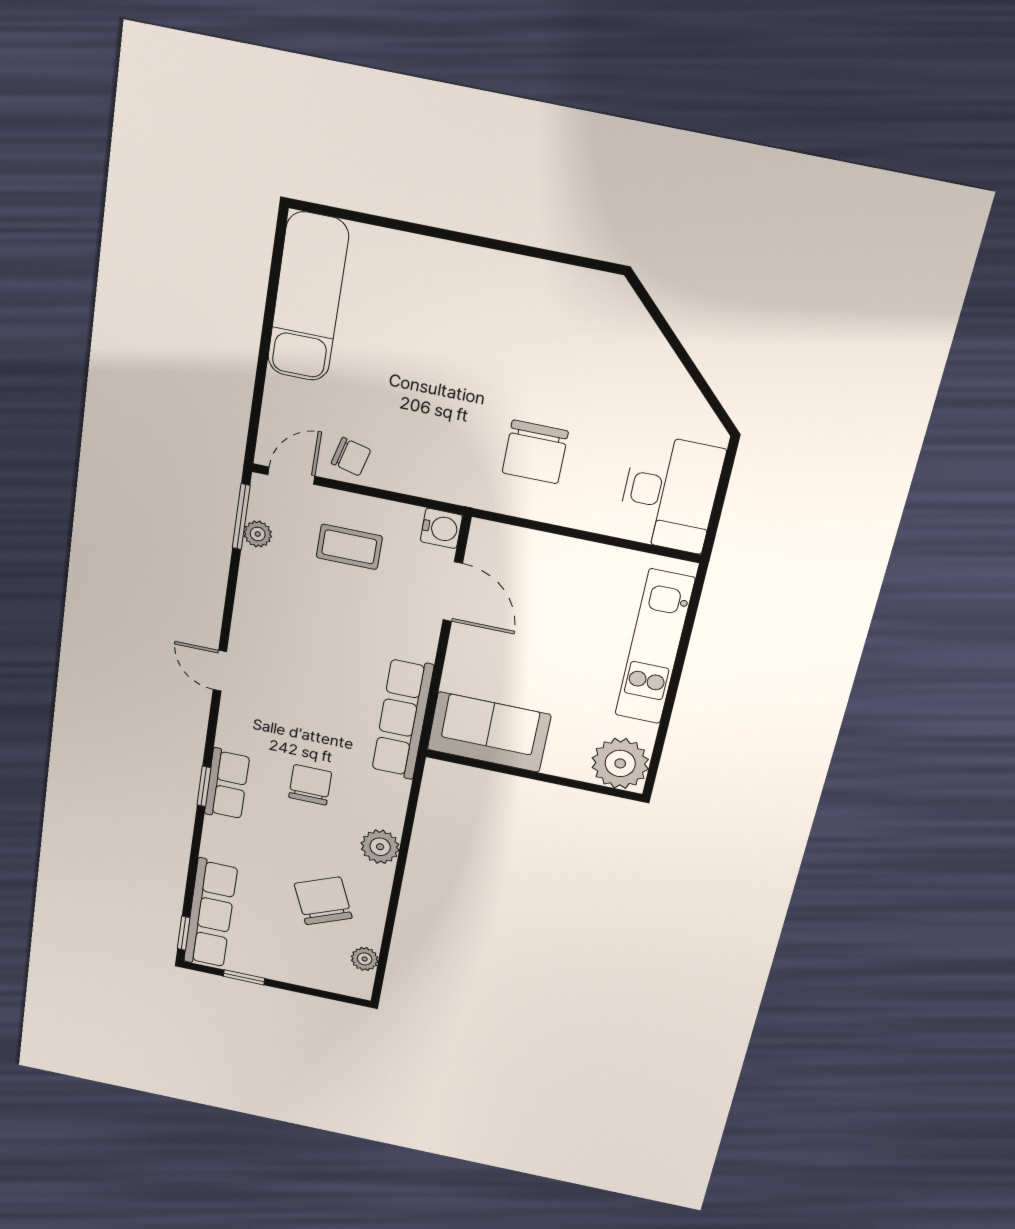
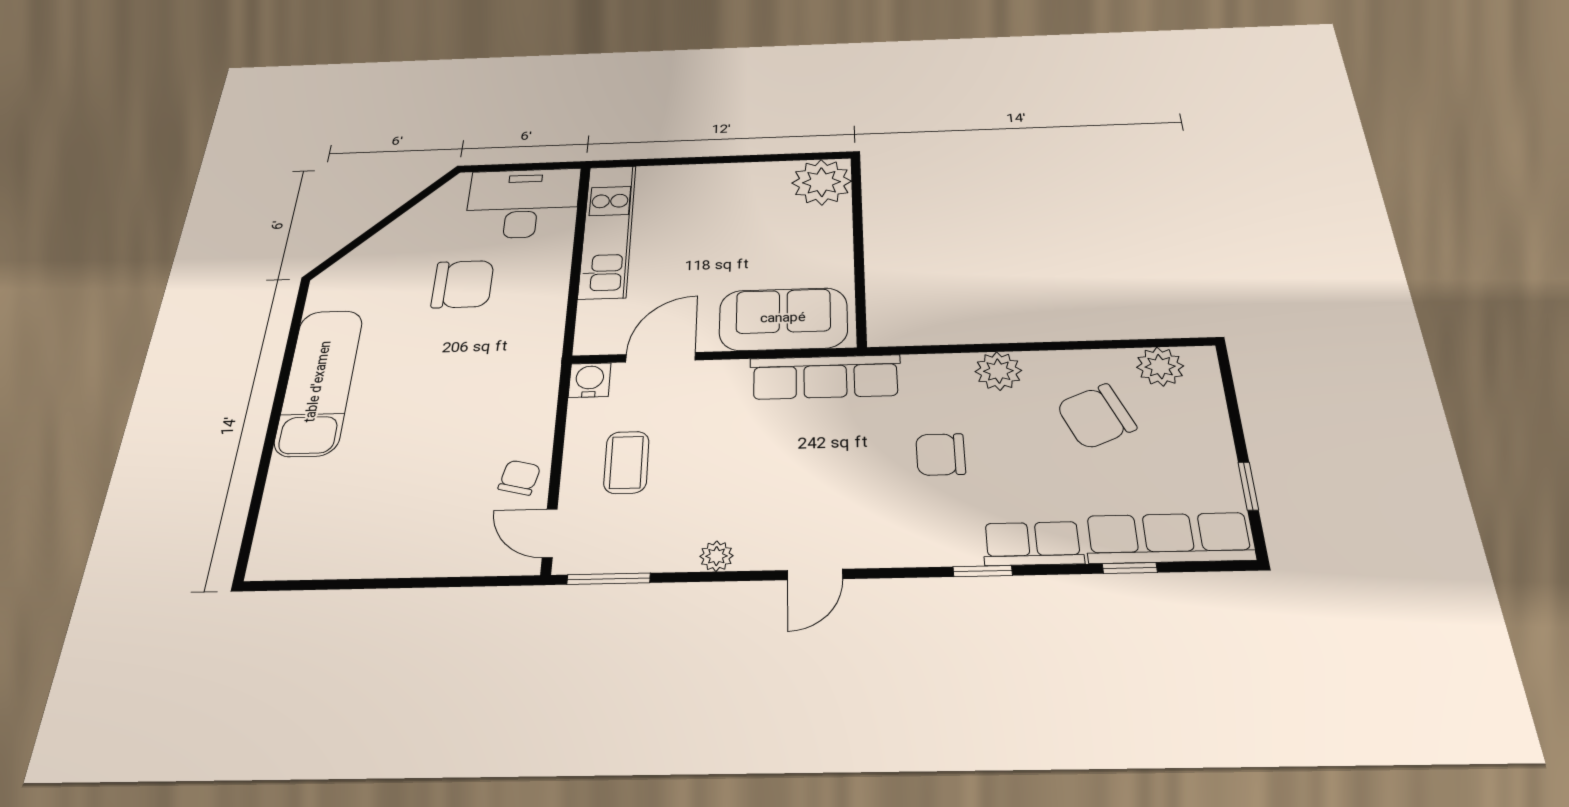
exam couch: (308, 297) -> (319, 382), moved, turned 90
chair: (535, 452) -> (463, 284), moved
plant: (258, 534) -> (716, 556), moved
kitchen unit: (655, 647) -> (607, 231), moved, turned -90
sofa: (489, 732) -> (783, 319), moved, turned 90
row of seats: (227, 784) -> (1033, 544), moved
window: (184, 933) -> (1130, 568), moved
plant: (365, 959) -> (1160, 367), width x1.38, depth x1.38

